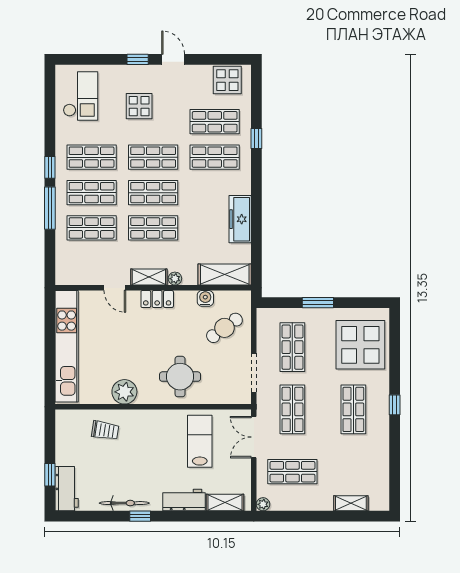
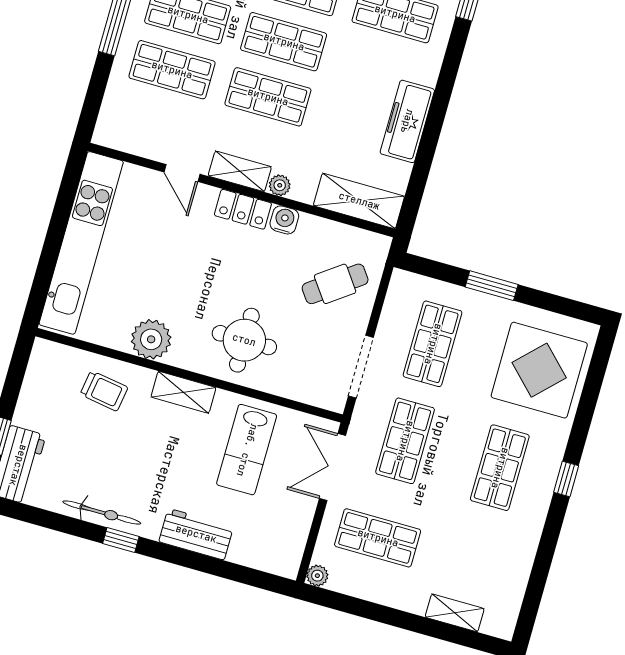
water cooler: (205, 298) -> (284, 220), moved
lab bench: (200, 441) -> (247, 450), turned 180
shelving: (225, 503) -> (183, 392), moved

